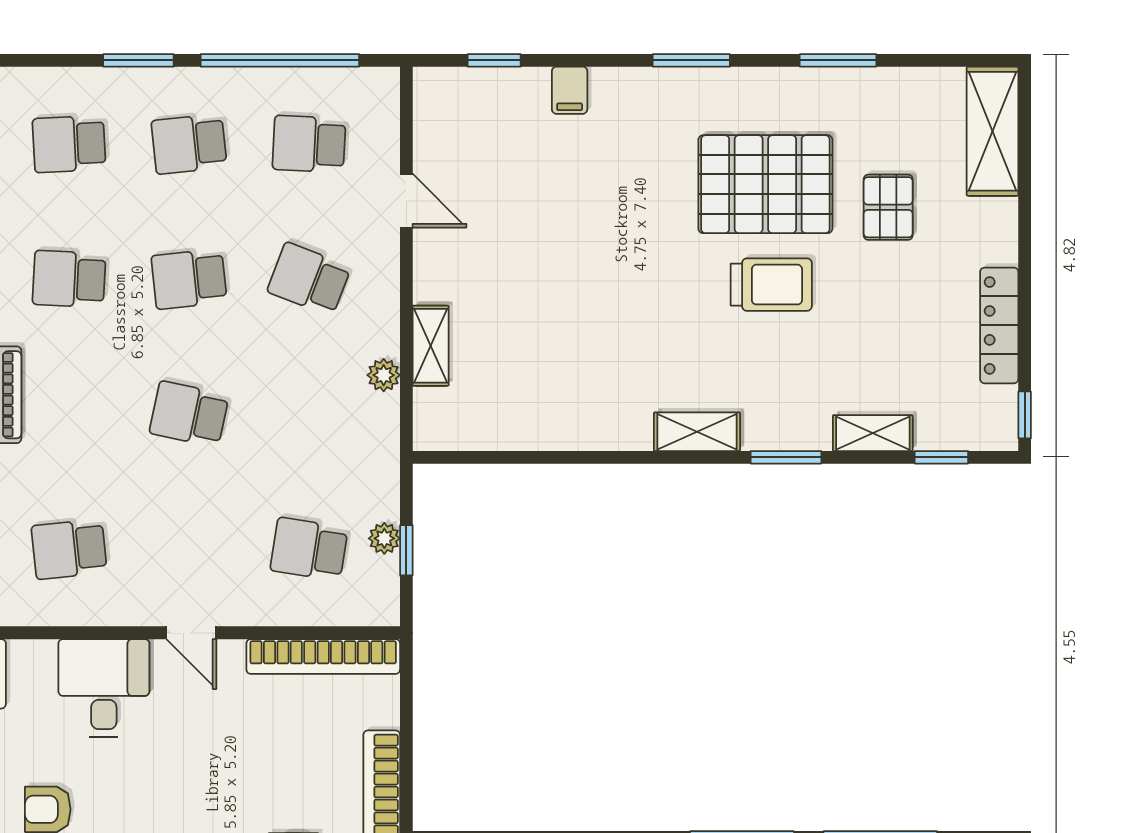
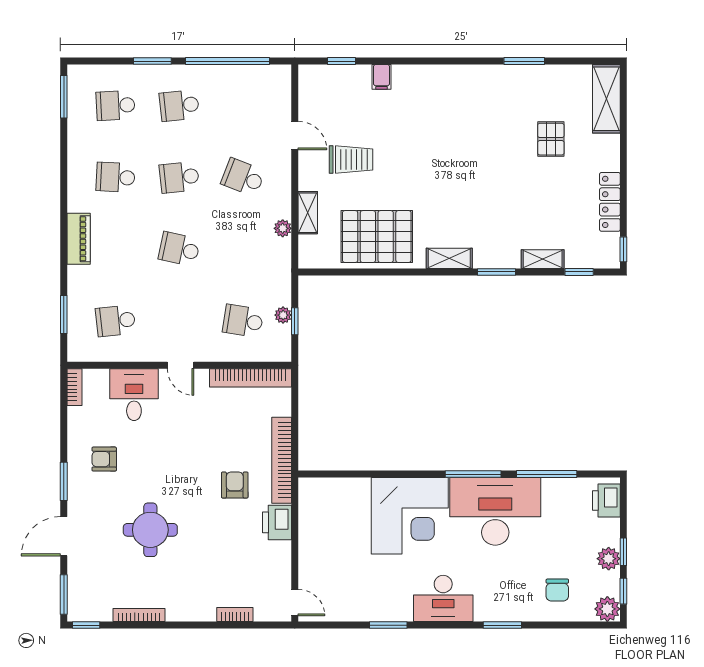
window: (691, 60) -> (446, 61), removed
school desk: (309, 144) -> (243, 105), removed
pallet: (765, 184) -> (377, 237), moved
trolley: (771, 285) -> (351, 160), moved

